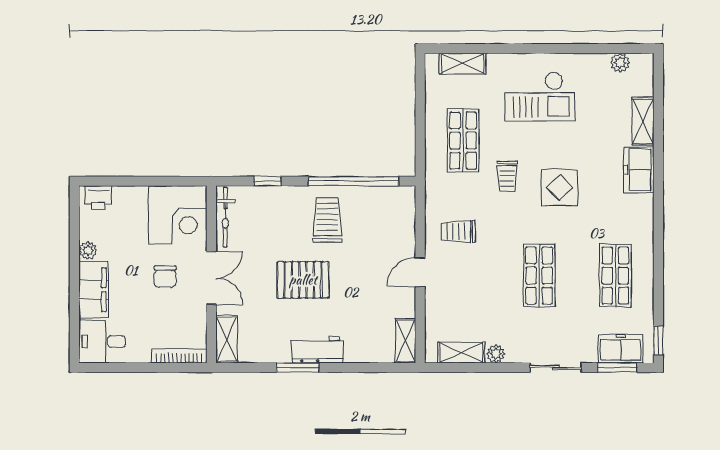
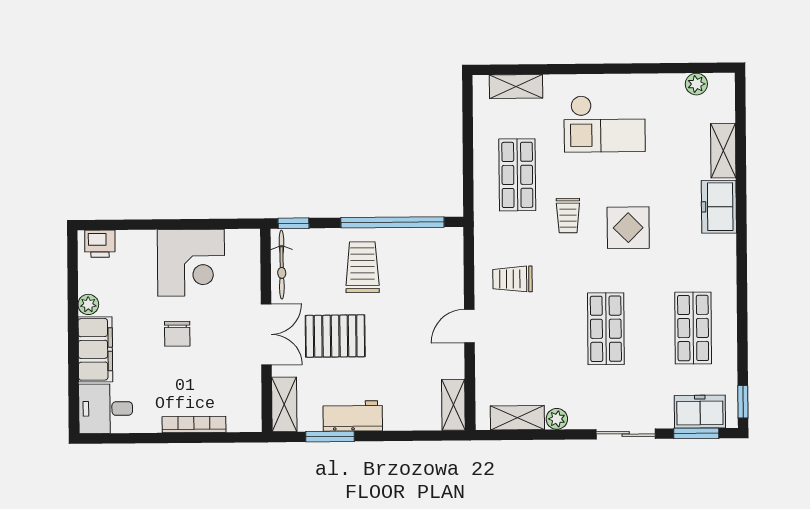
bicycle: (225, 217) -> (282, 265), moved
wall: (211, 274) -> (266, 330), moved
double door: (211, 278) -> (266, 334), moved
shelving: (227, 339) -> (284, 404), moved

